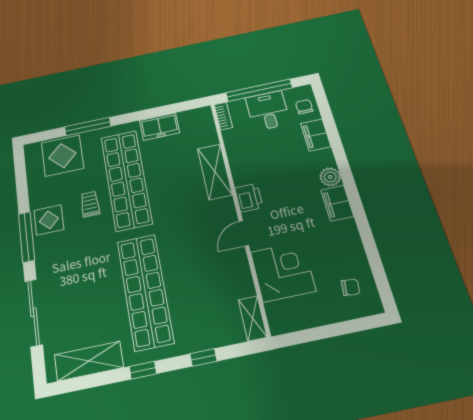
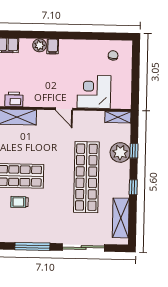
printer: (249, 198) -> (14, 99), moved
filing cabinet: (337, 203) -> (53, 46), width x0.50
display table: (49, 220) -> (24, 230), removed
shop shelf: (145, 291) -> (86, 177), turned 90
plant: (196, 335) -> (120, 152), added

